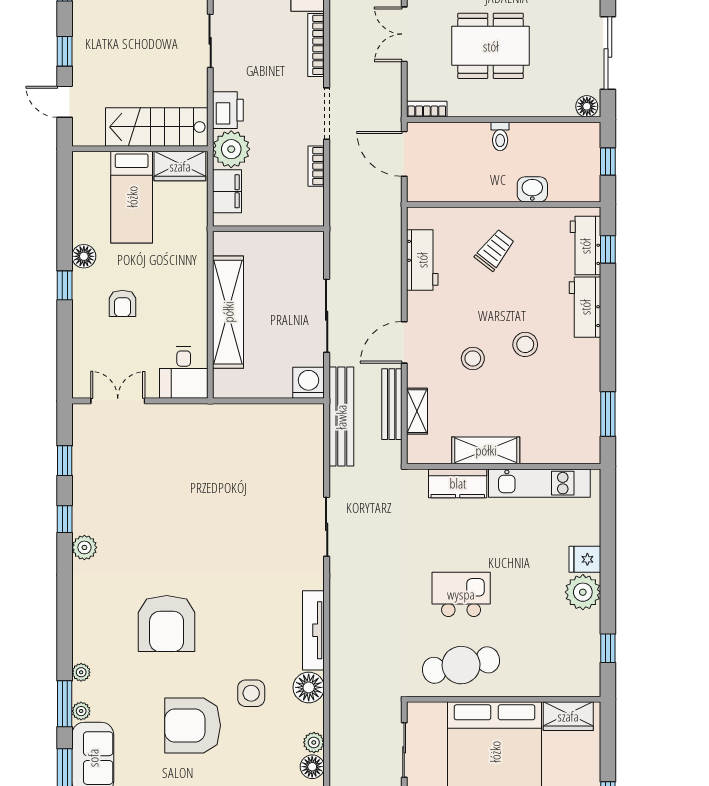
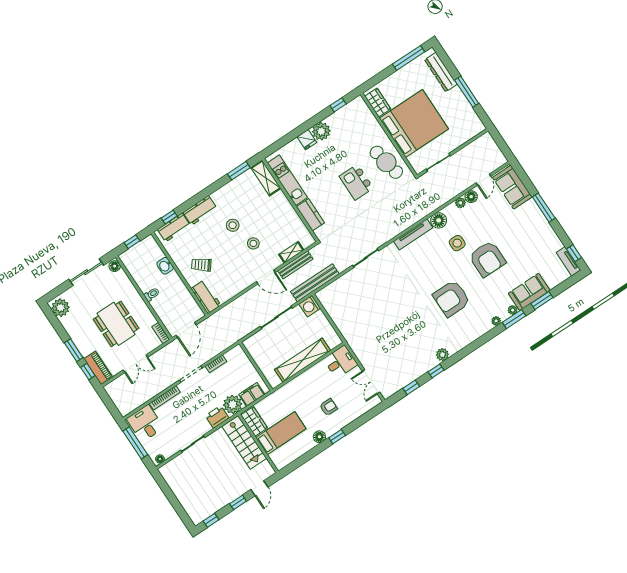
workbench: (422, 260) -> (206, 297), moved, turned 90
shelving: (486, 450) -> (266, 178), moved
armchair: (167, 624) -> (452, 298), turned 180

